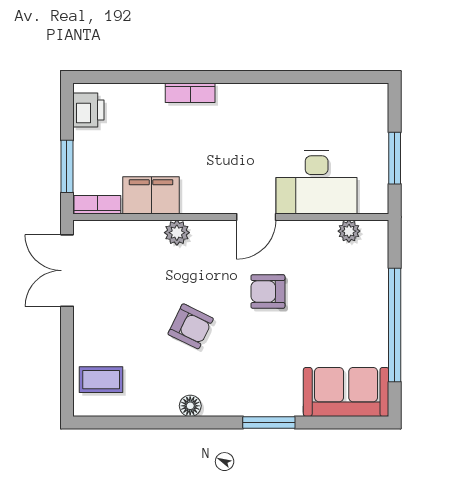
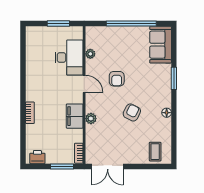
filing cabinet: (151, 195) -> (75, 116), moved
plant: (349, 231) -> (90, 54), moved

